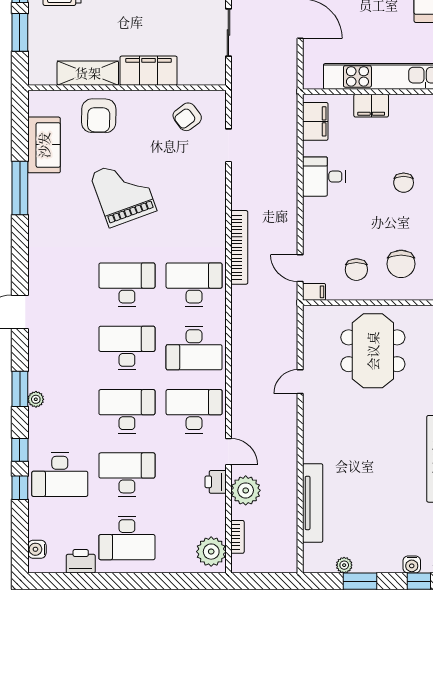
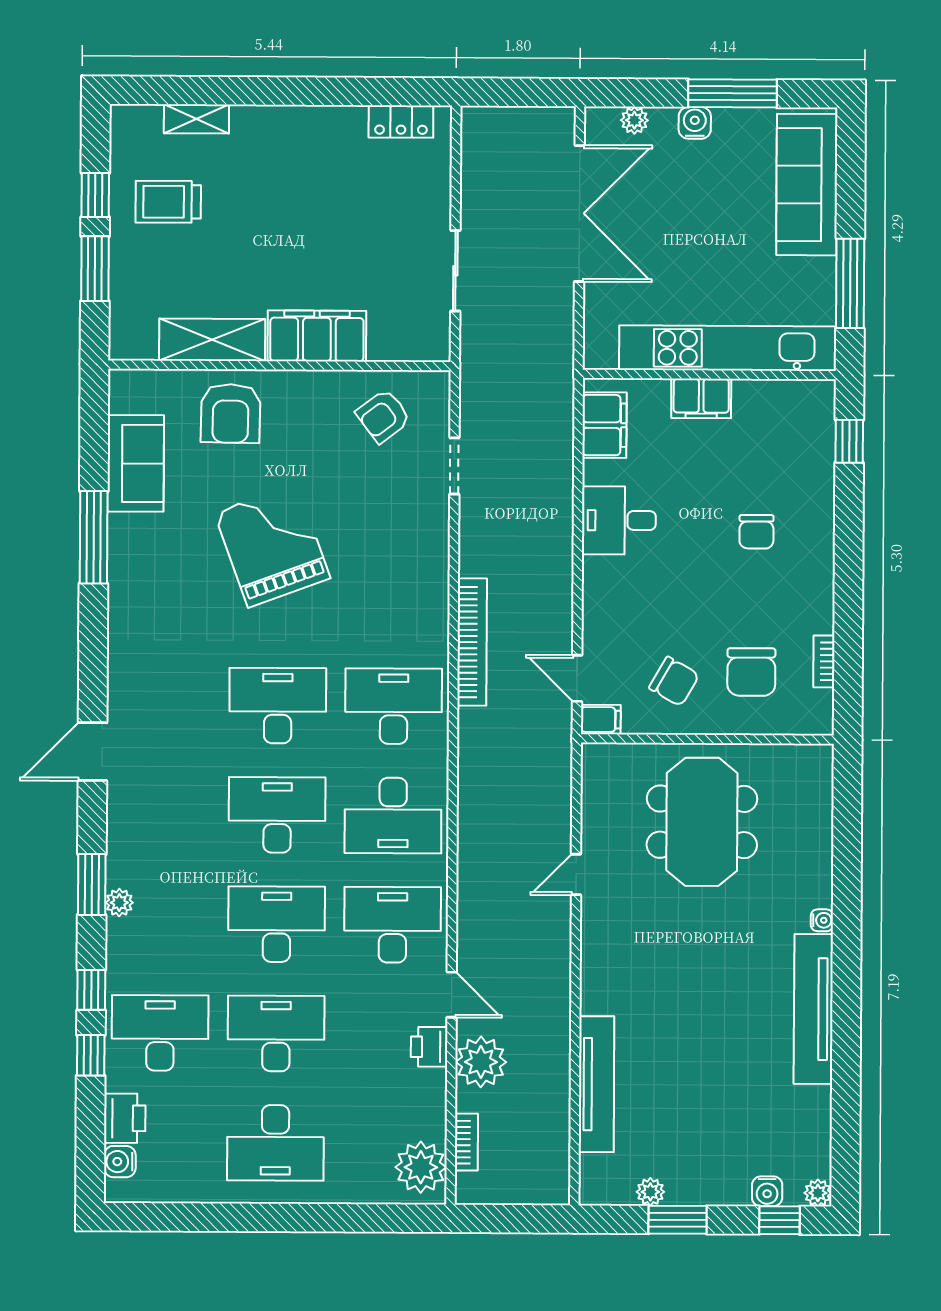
chair: (356, 270) -> (674, 681), turned -60
desk: (60, 475) -> (160, 1033), turned 180
printer: (81, 561) -> (125, 1118), moved, turned 90

